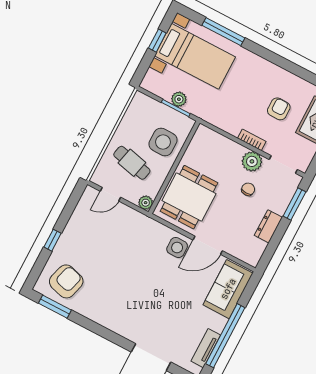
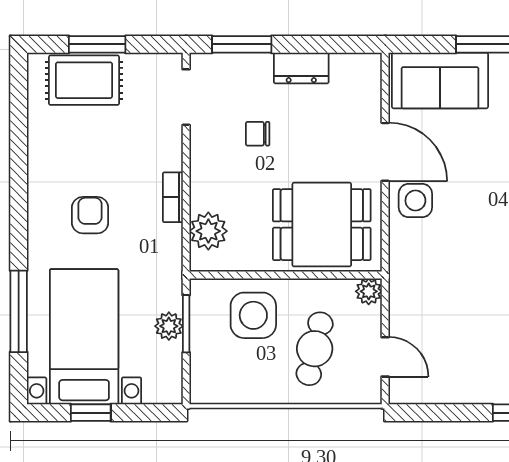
armchair: (279, 109) -> (90, 215), moved, turned 90
bookcase: (252, 140) -> (173, 197), moved
plant: (252, 161) -> (208, 231), moved

